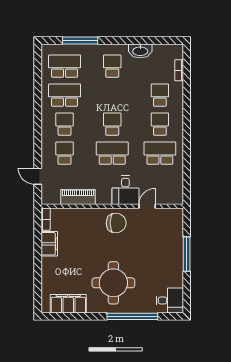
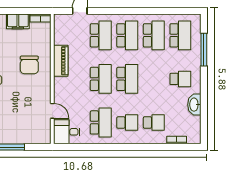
school desk: (65, 124) -> (127, 35), width x1.85
school desk: (112, 124) -> (127, 79), width x1.85
school desk: (65, 153) -> (101, 35), width x1.85
desk: (125, 190) -> (67, 132), moved
piano: (78, 197) -> (61, 61), moved
chair: (116, 223) -> (29, 65), moved

